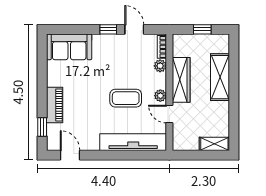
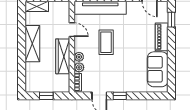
sofa: (69, 47) -> (158, 69), moved, turned -90
shelving: (220, 77) -> (32, 44), moved
plant: (160, 96) -> (79, 57), moved
coffee table: (126, 98) -> (106, 42), turned 90

